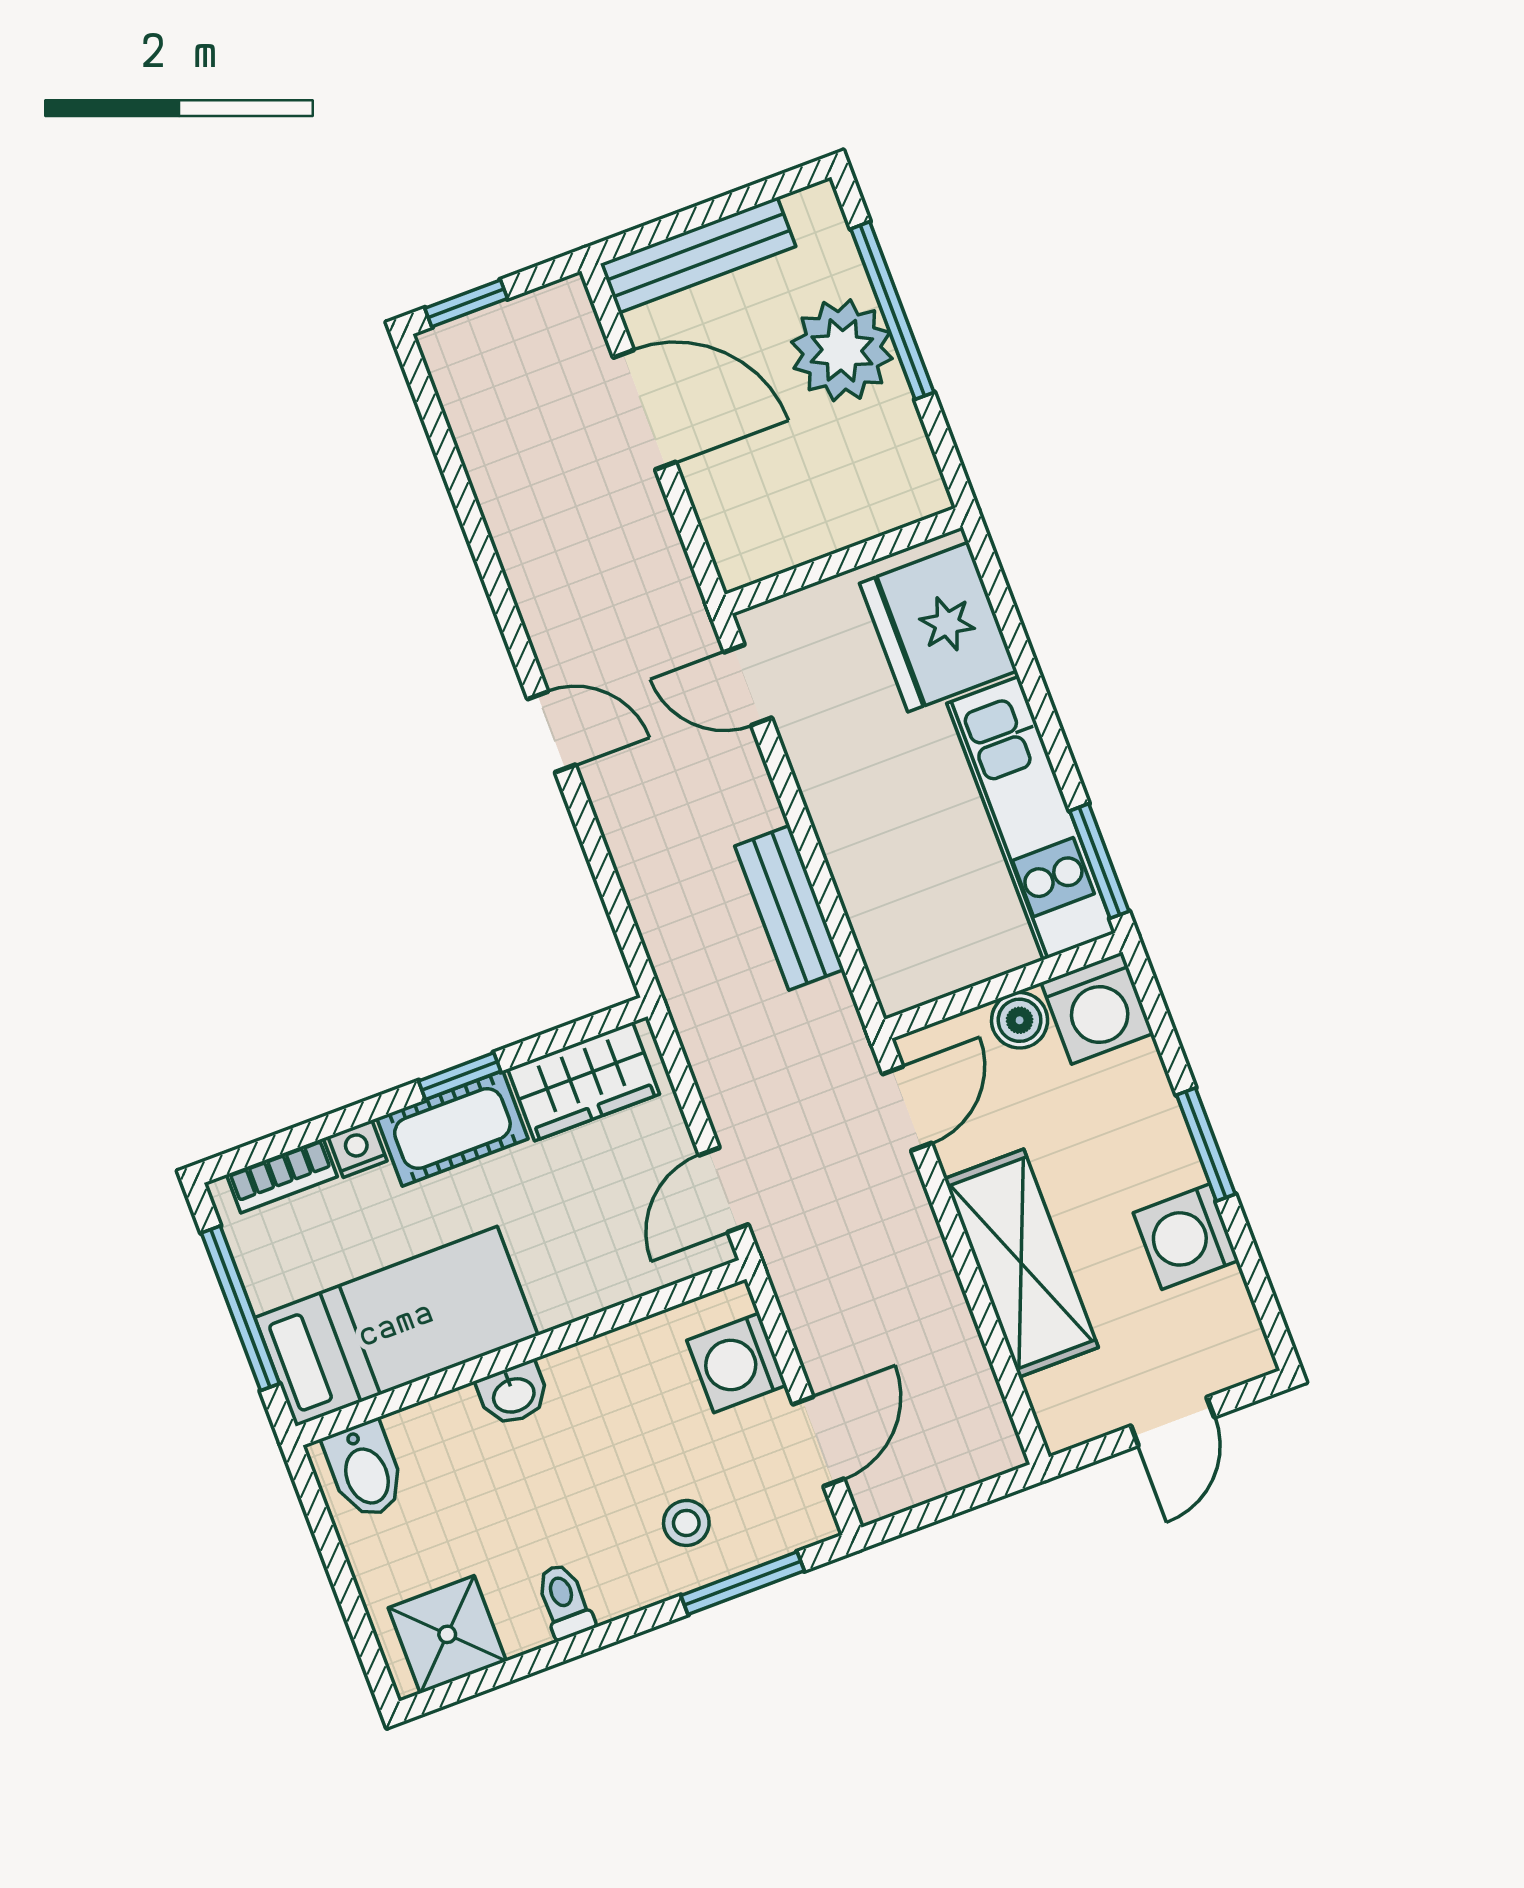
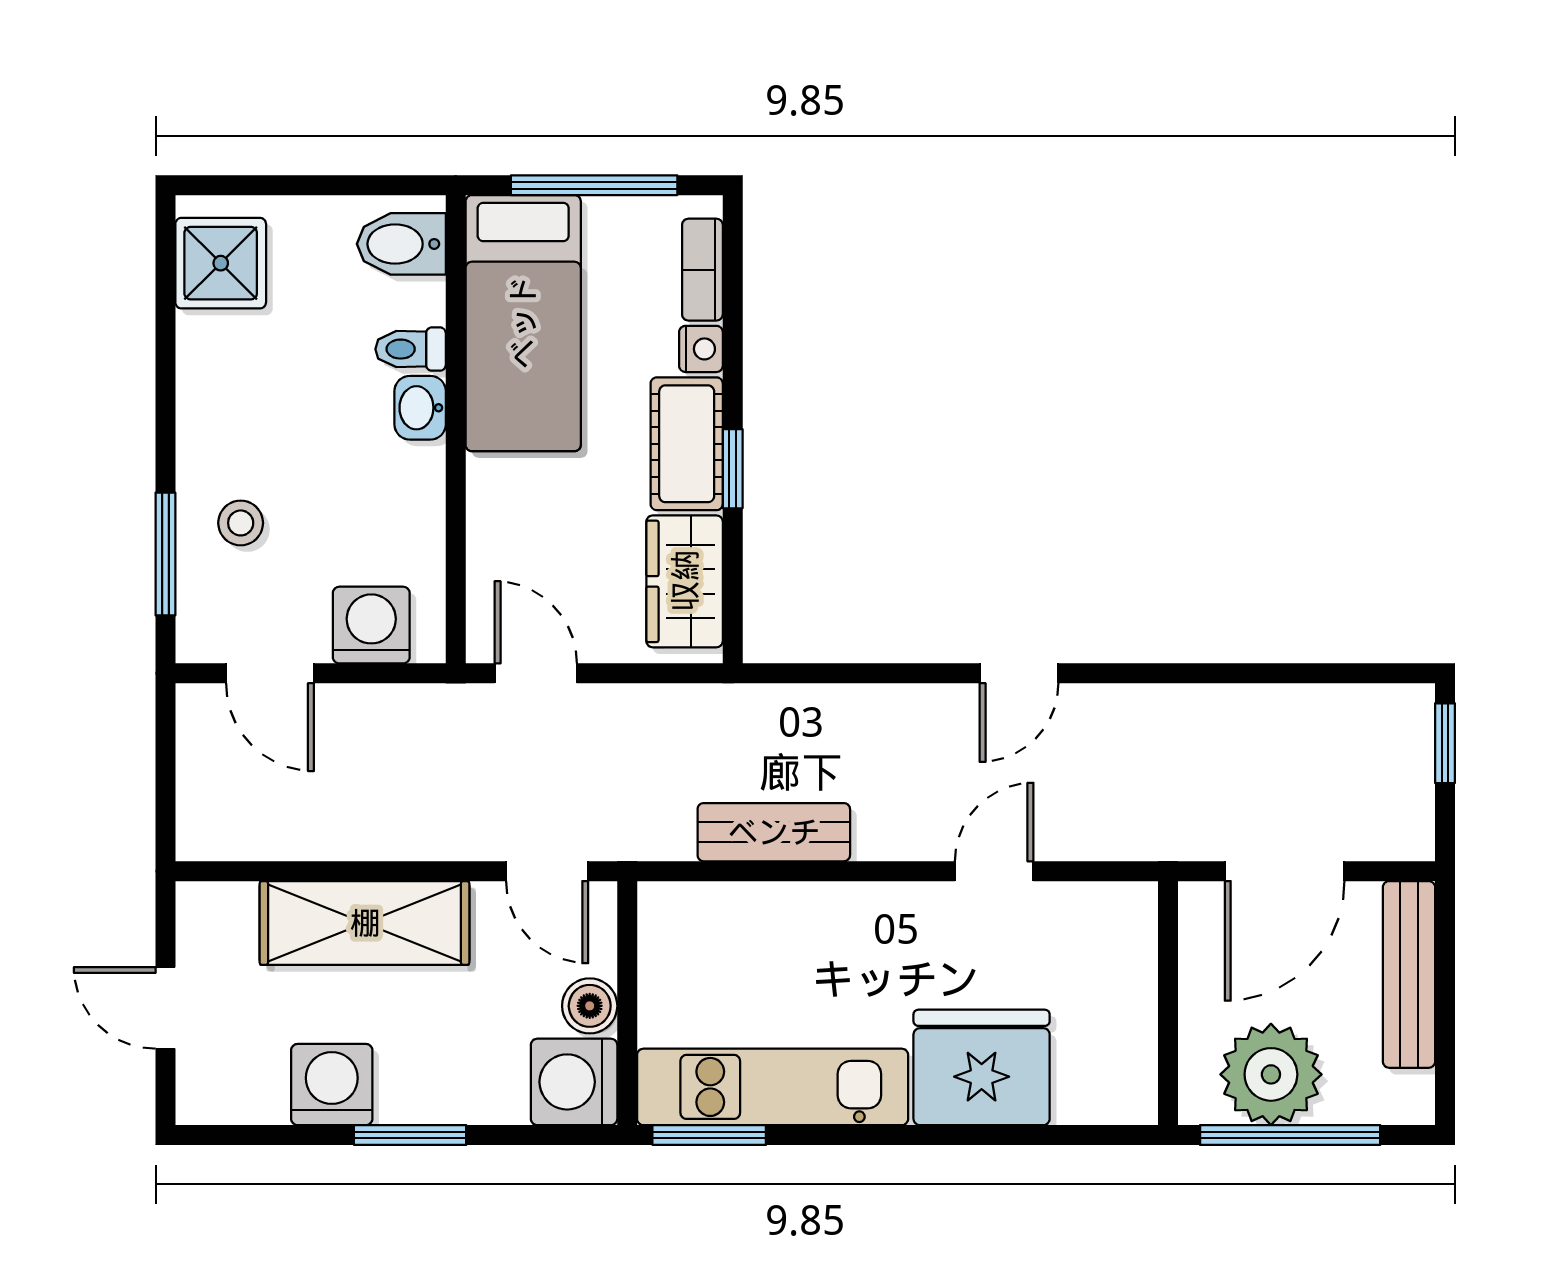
wall: (844, 561) -> (1168, 1003), moved
toilet: (564, 1601) -> (411, 349), moved, turned 180

